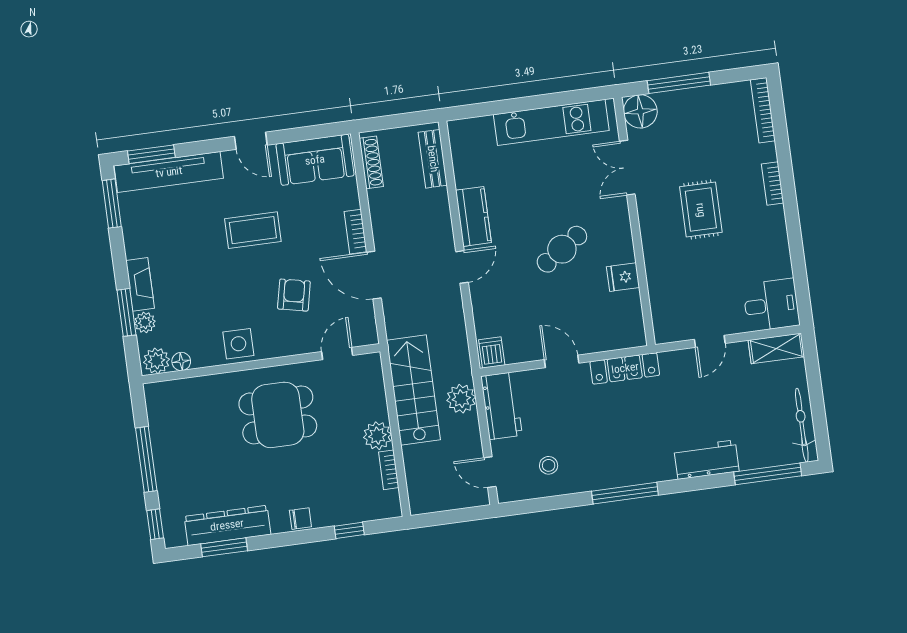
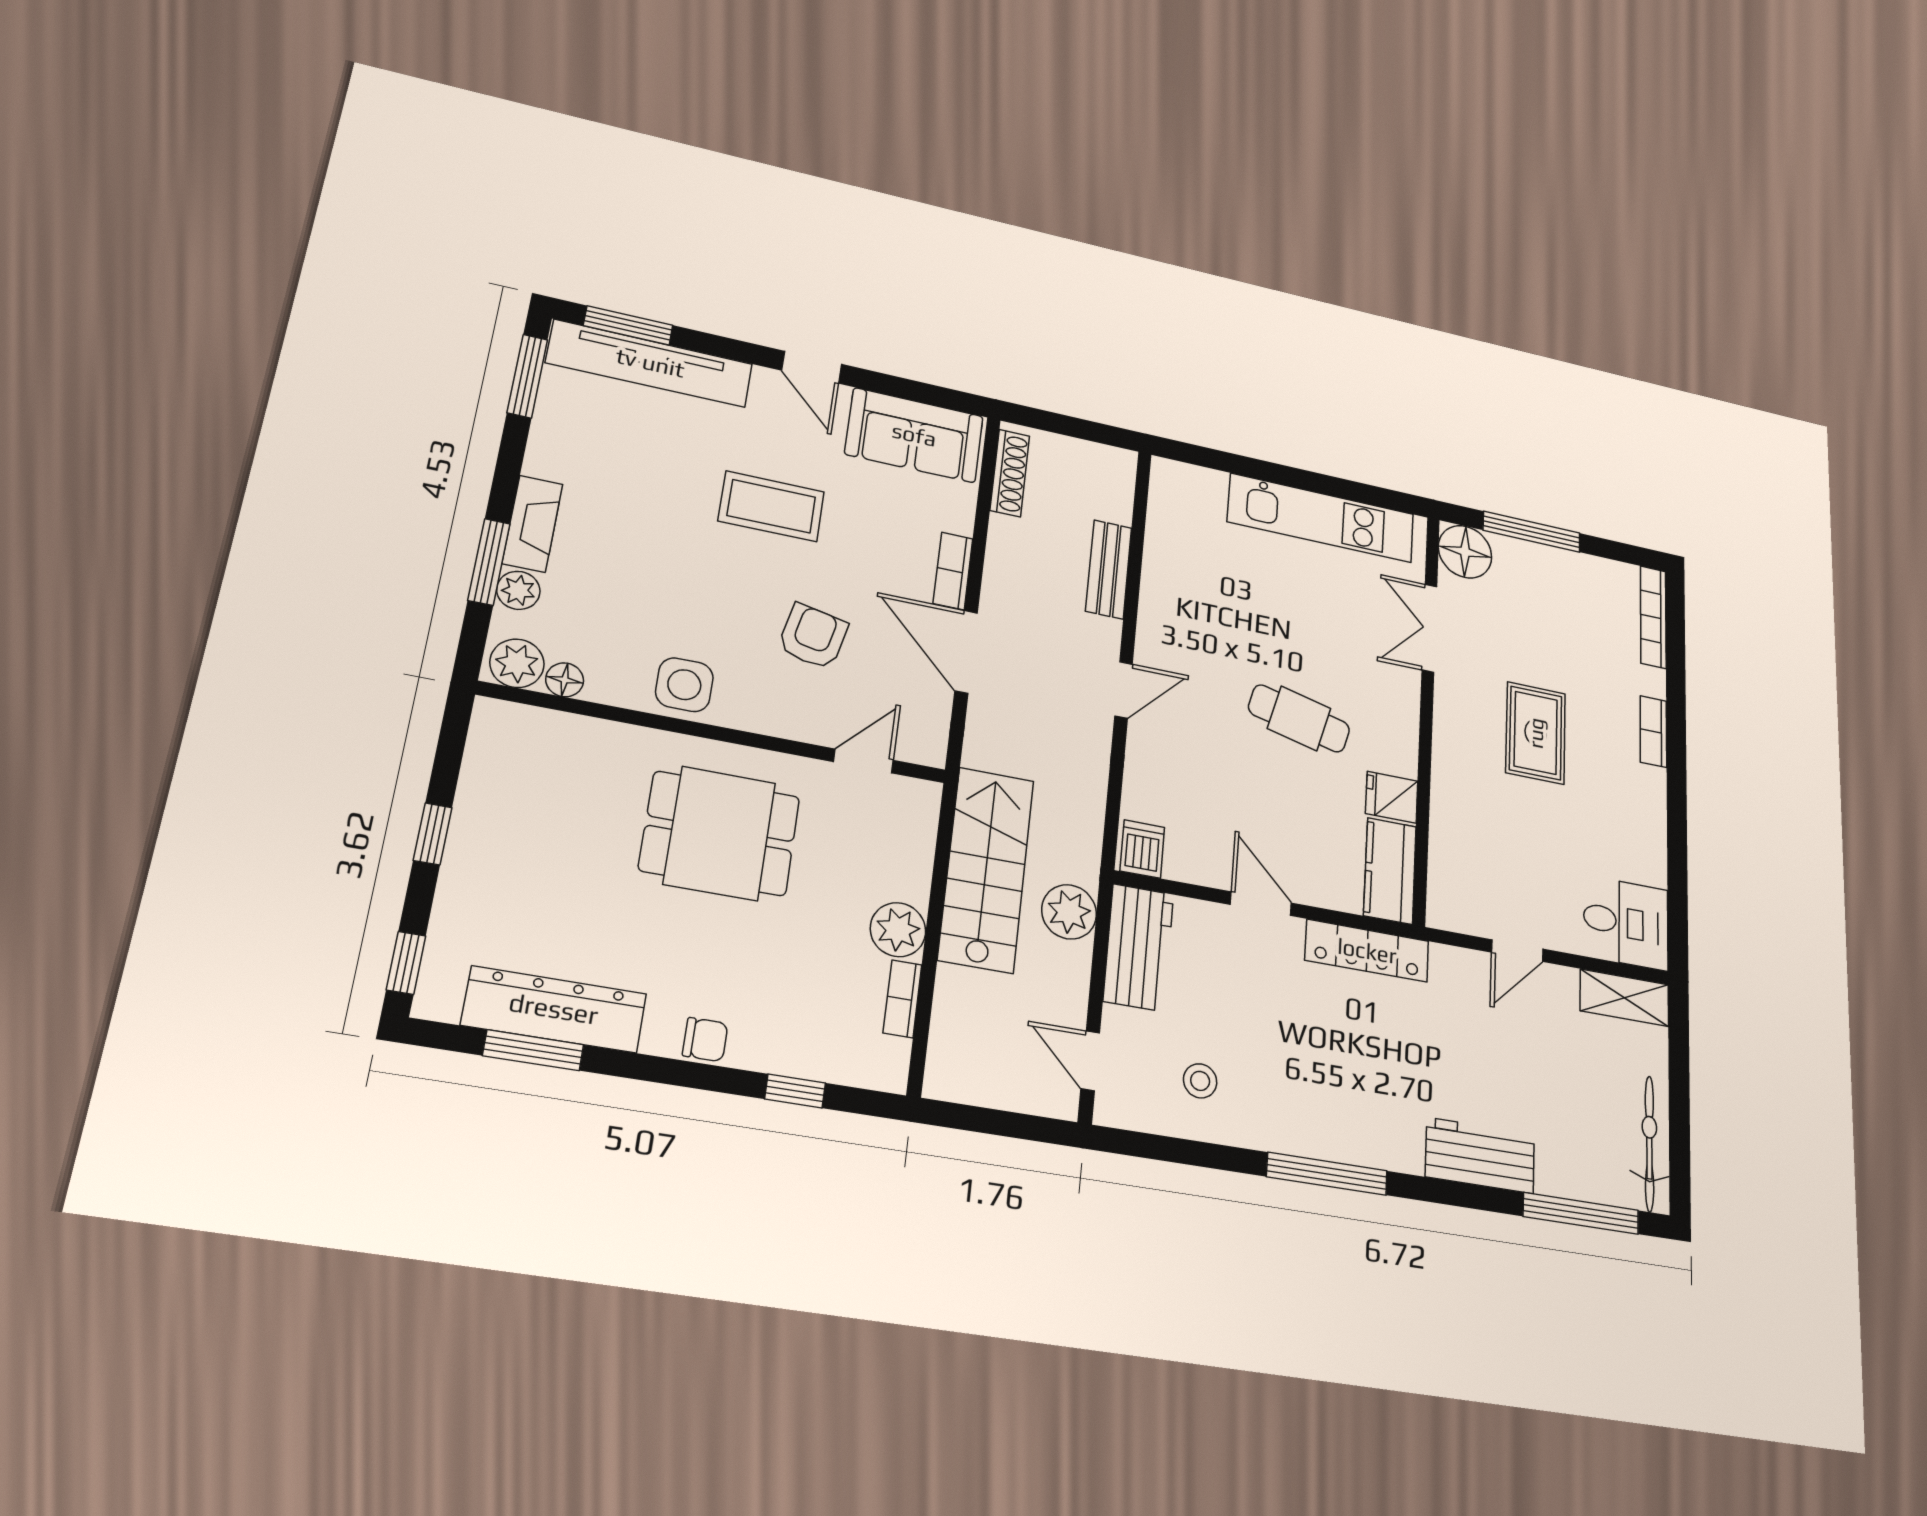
bench: (433, 159) -> (1109, 569), moved
kitchen counter: (473, 216) -> (1390, 871), moved, turned 180
cafe table: (562, 249) -> (1299, 718), turned 48
window: (146, 459) -> (433, 834), width x0.46

